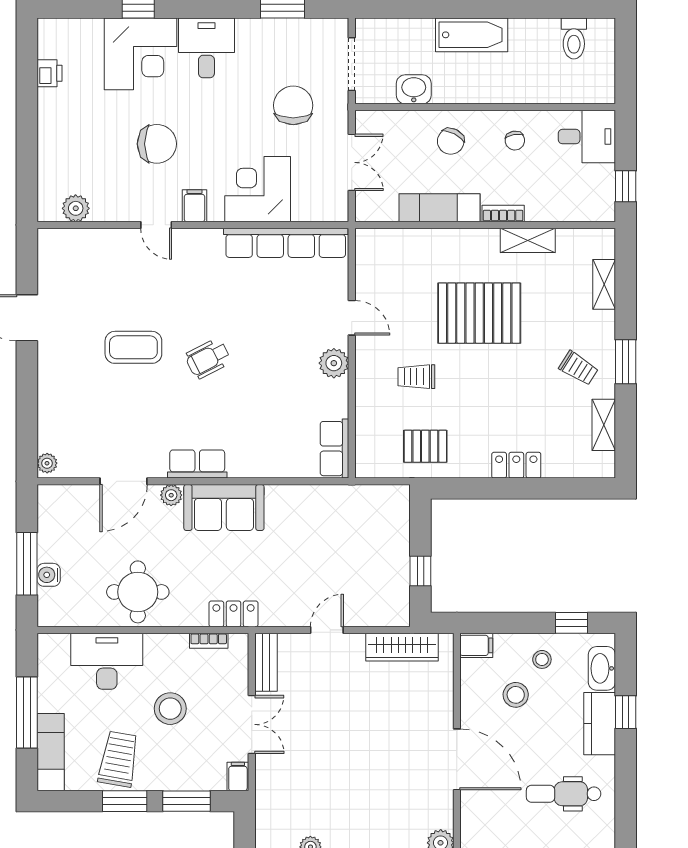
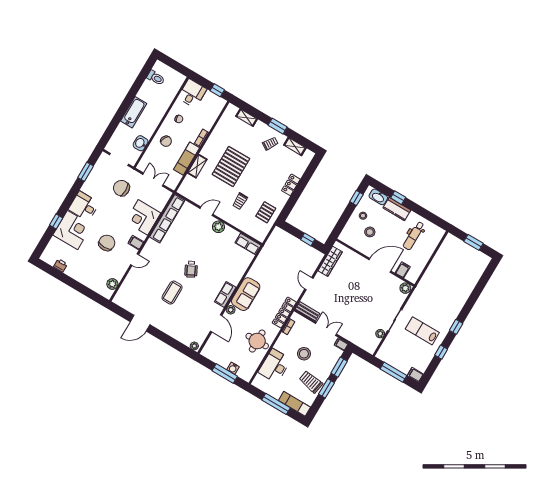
shelving: (528, 240) -> (197, 166), moved
locker: (234, 614) -> (284, 313), width x1.53
filing cabinet: (476, 645) -> (403, 270), moved

